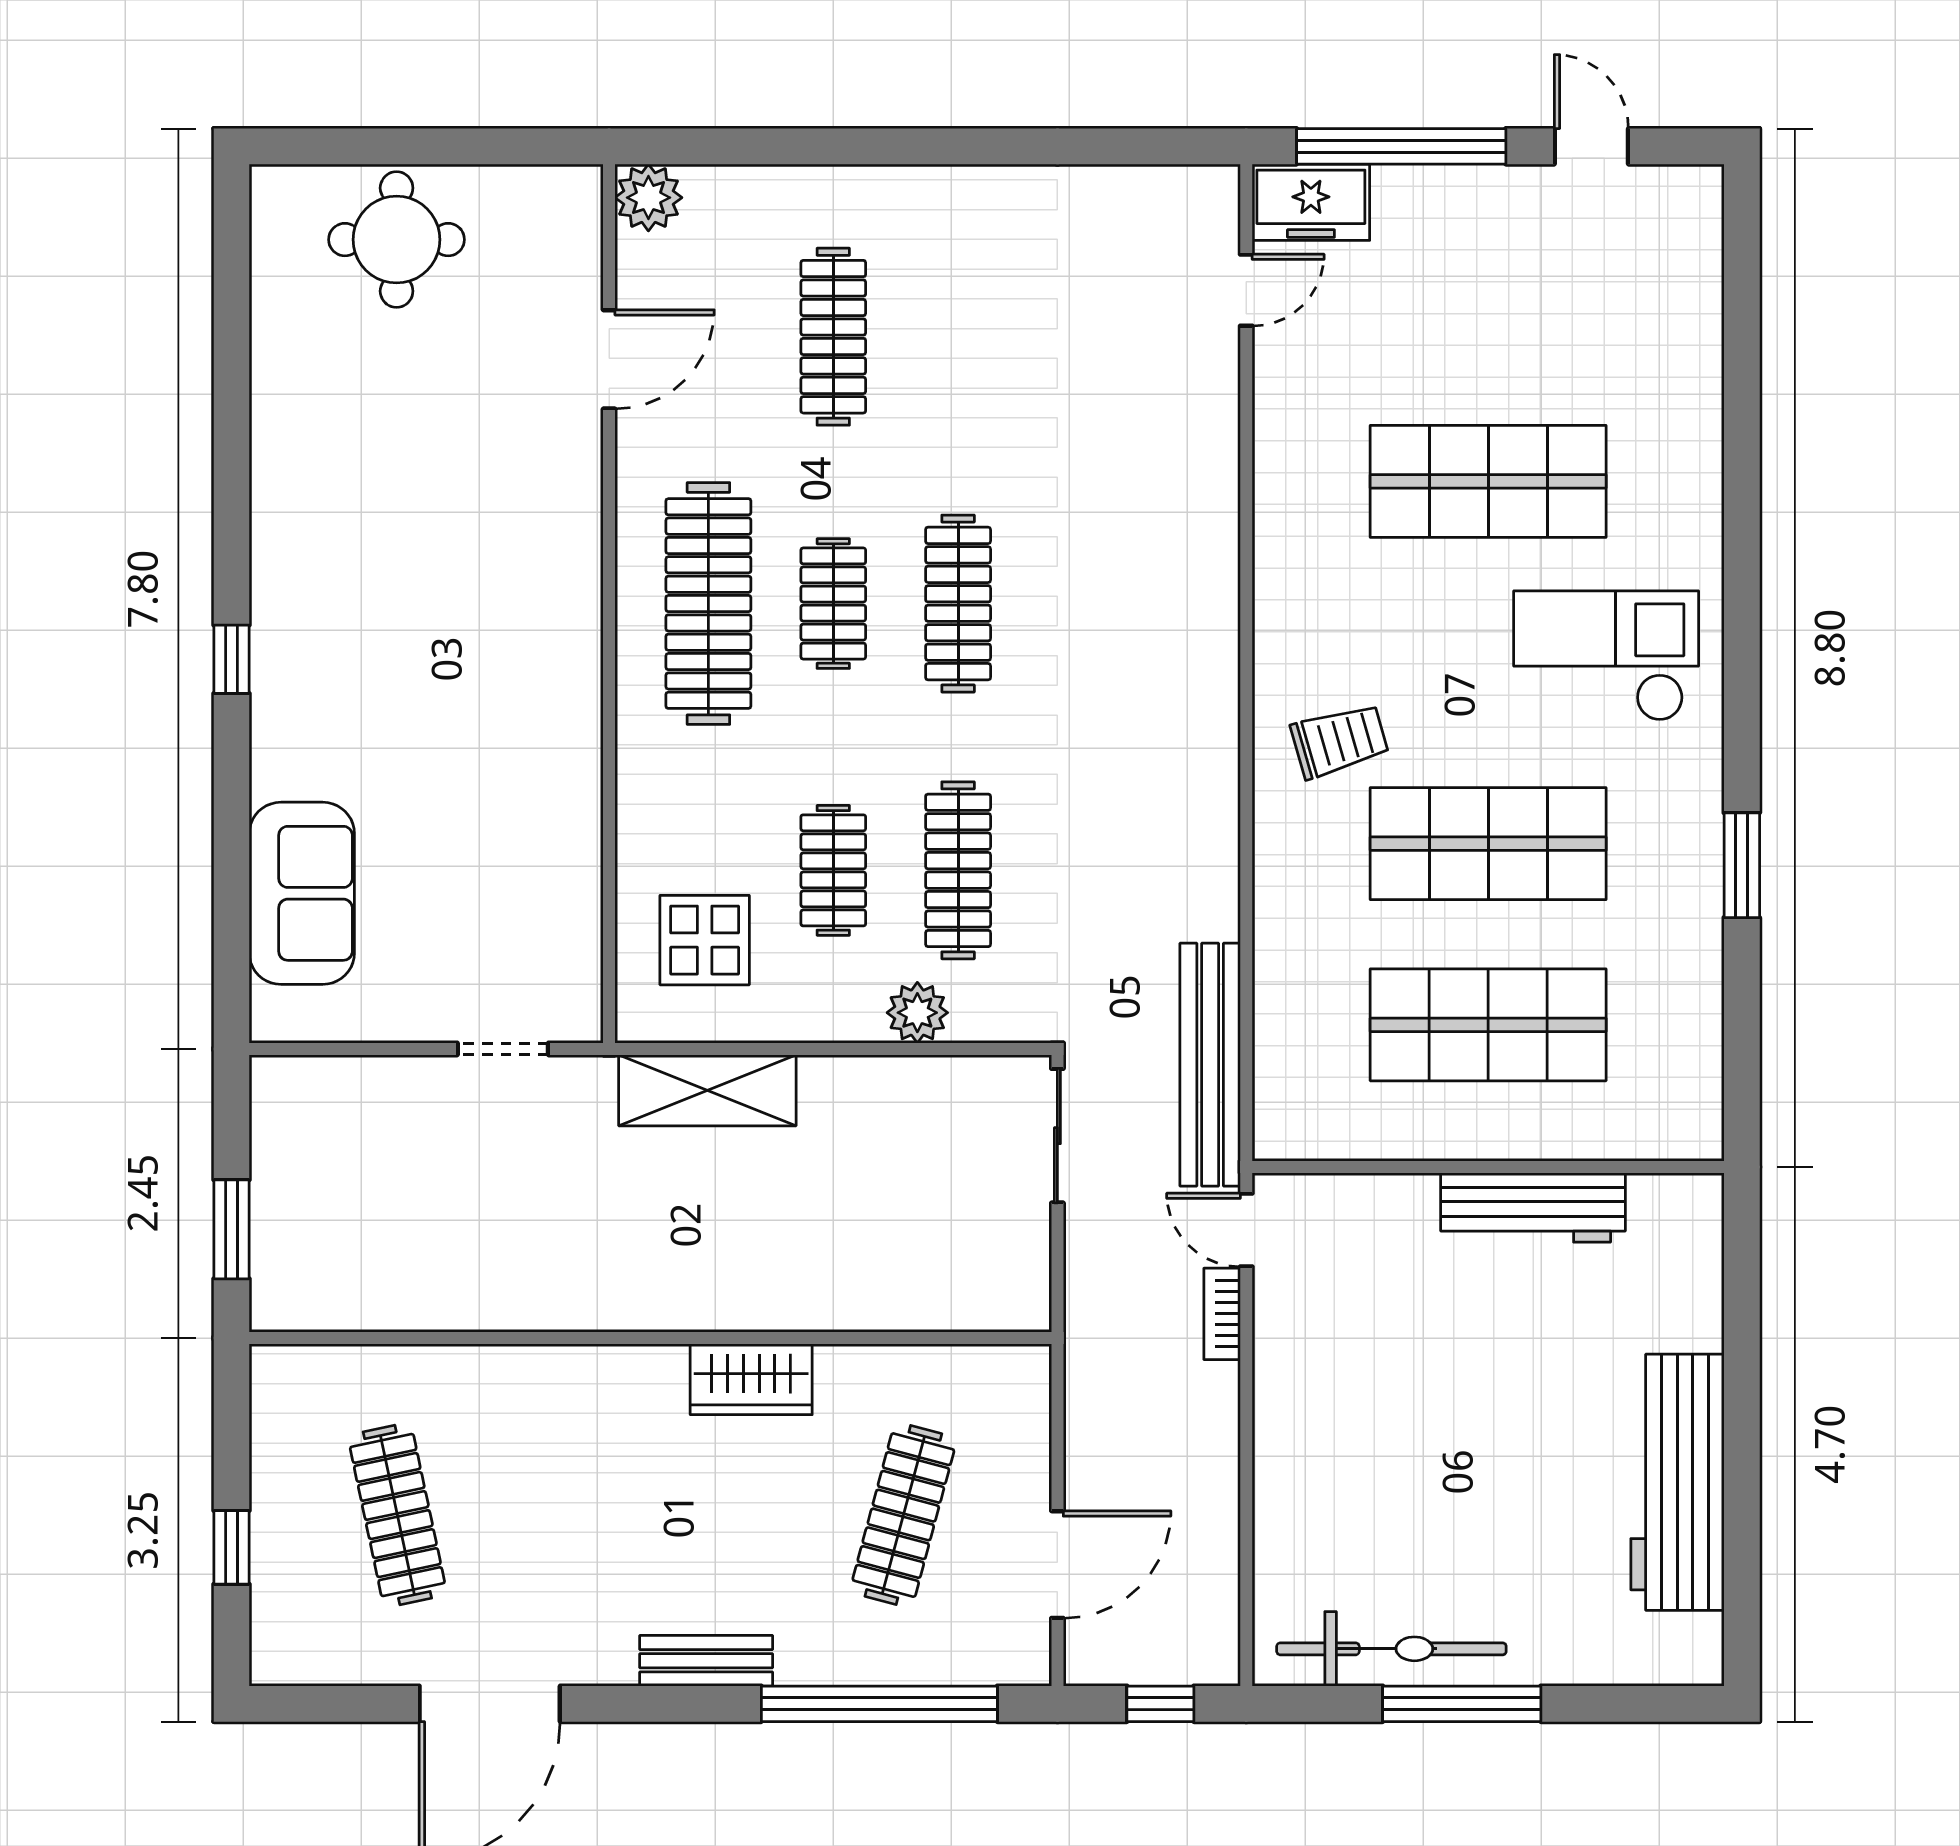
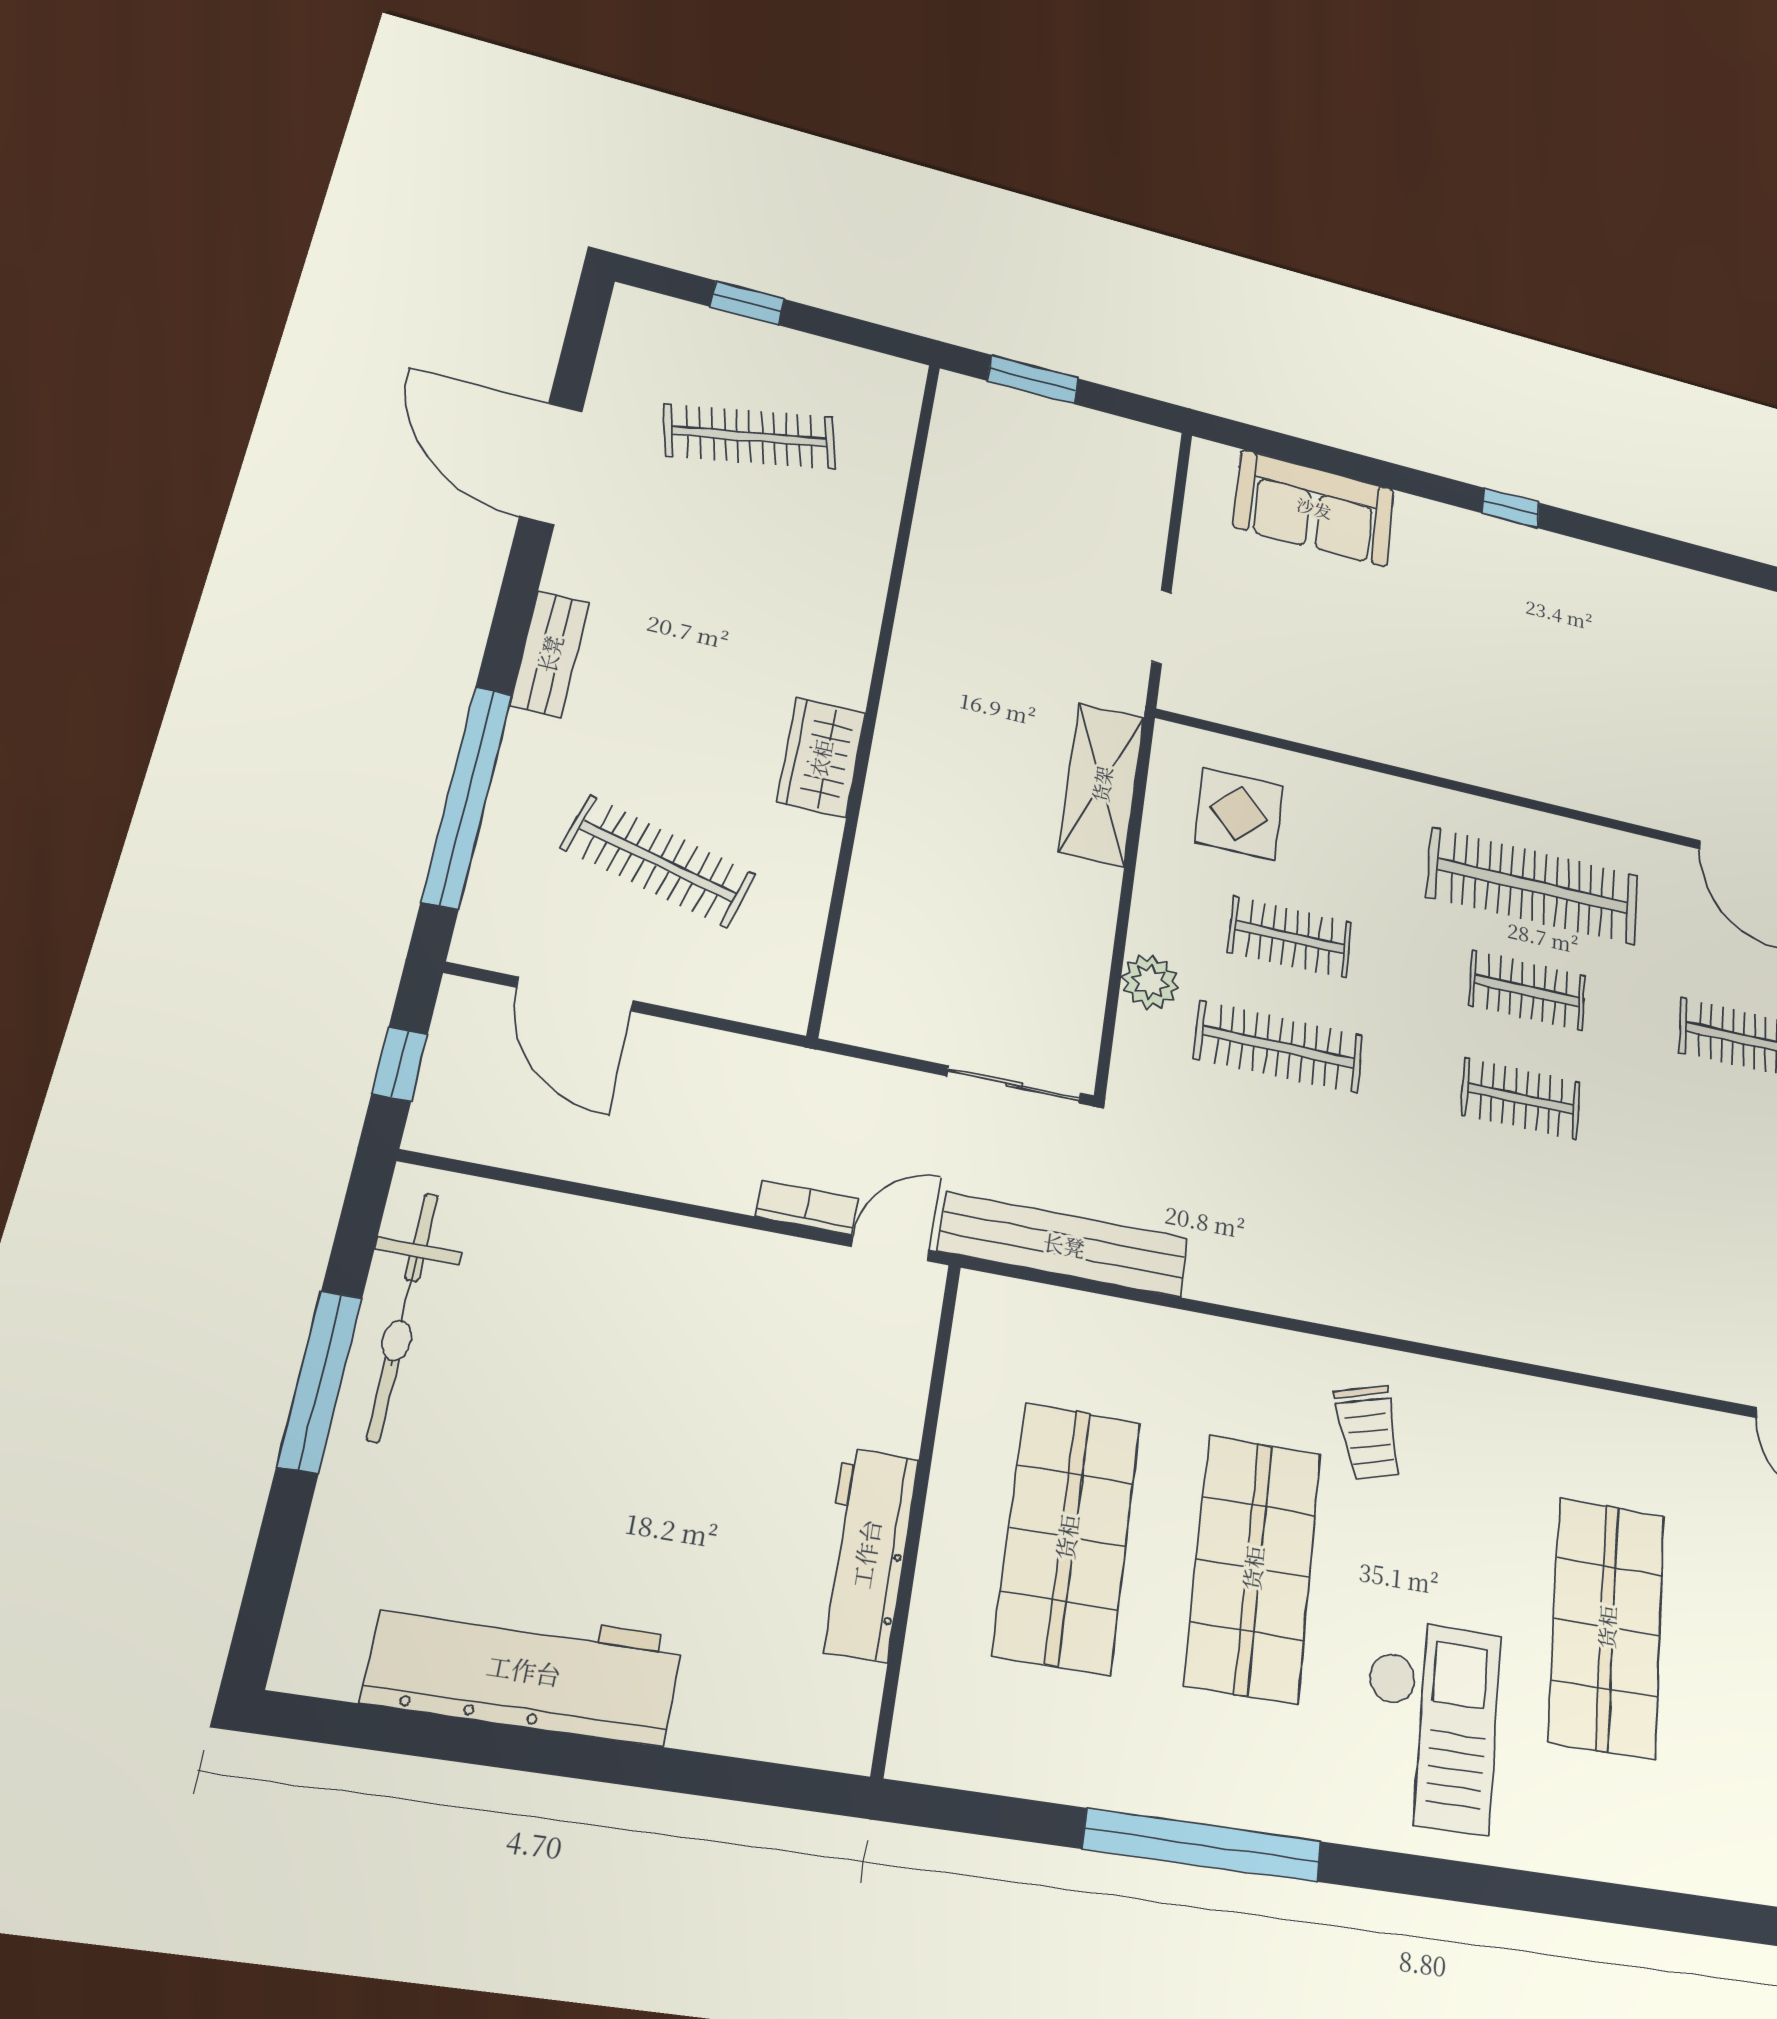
clothes rail: (958, 604) -> (1521, 1099), width x0.73
window: (1742, 865) -> (1203, 1845), width x2.11

